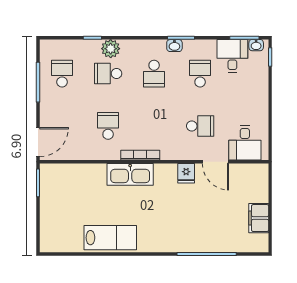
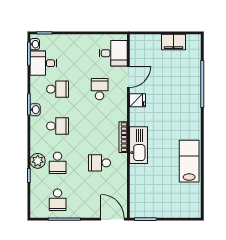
school desk: (62, 74) -> (58, 200), turned -90
school desk: (200, 74) -> (58, 89), turned 180

